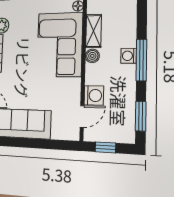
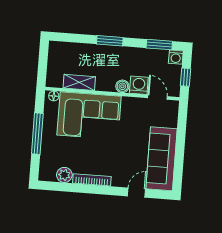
boiler: (92, 56) -> (122, 86), moved
washing machine: (129, 56) -> (176, 57), moved
window: (141, 60) -> (110, 41), width x0.69

